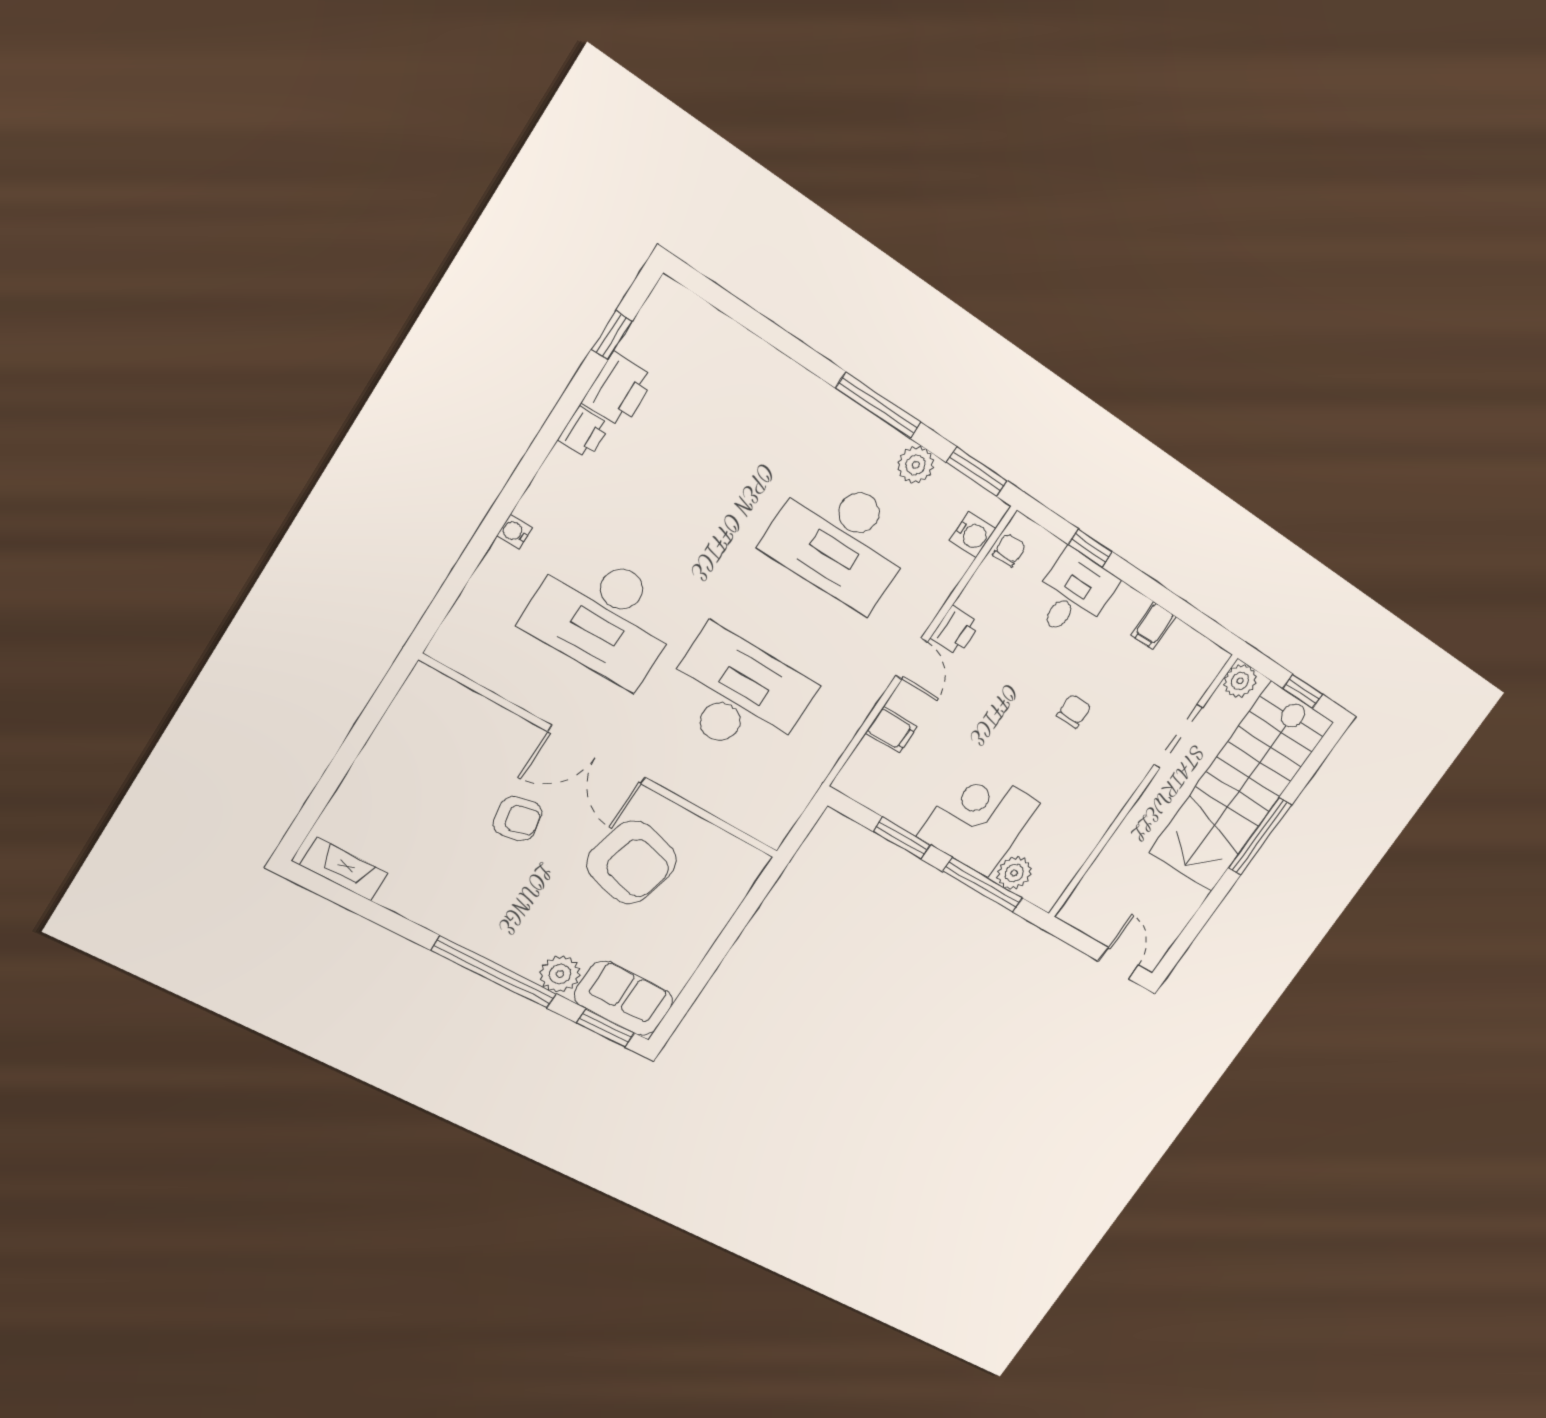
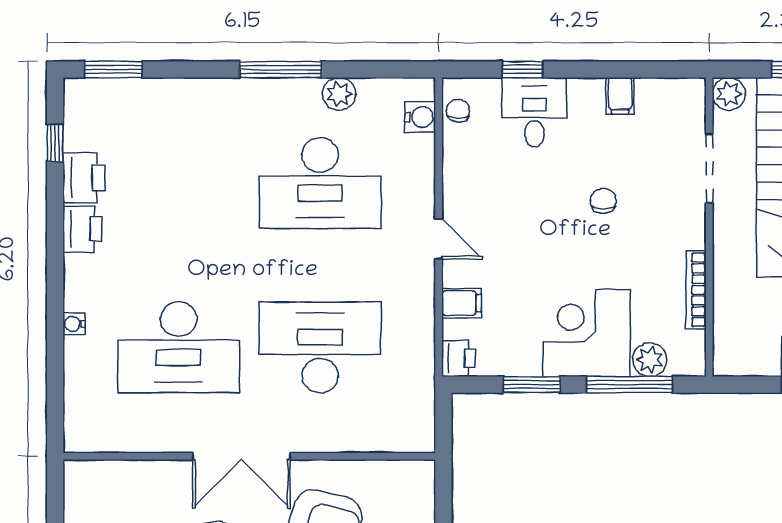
printer: (584, 433) -> (82, 229), width x1.36, depth x1.24
window: (977, 472) -> (113, 69), moved
printer: (955, 631) -> (458, 358), moved
bookcase: (1093, 835) -> (696, 290), added

